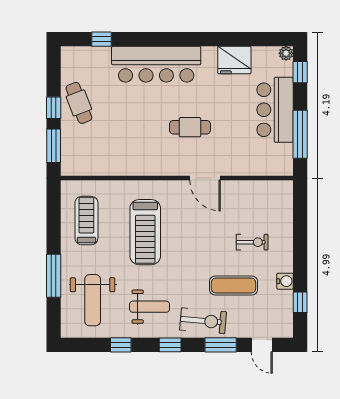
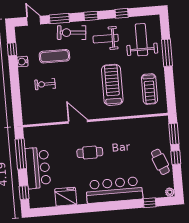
plant: (286, 53) -> (170, 192), moved

